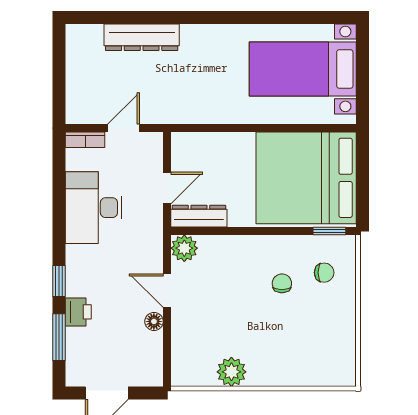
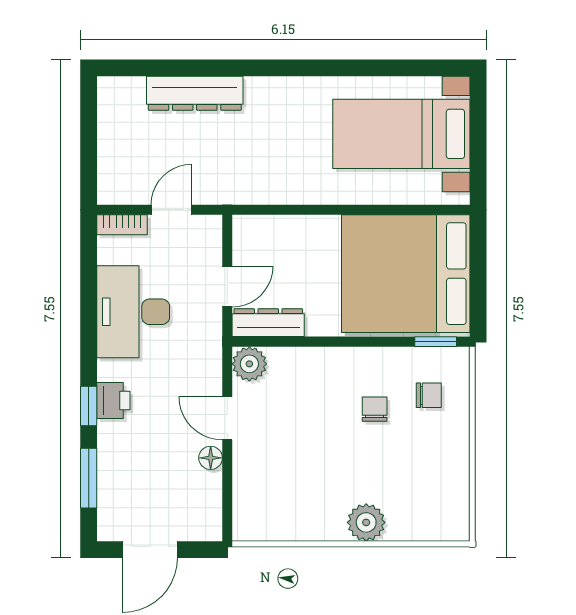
printer: (78, 312) -> (113, 400), moved
plant: (231, 372) -> (366, 522), moved

